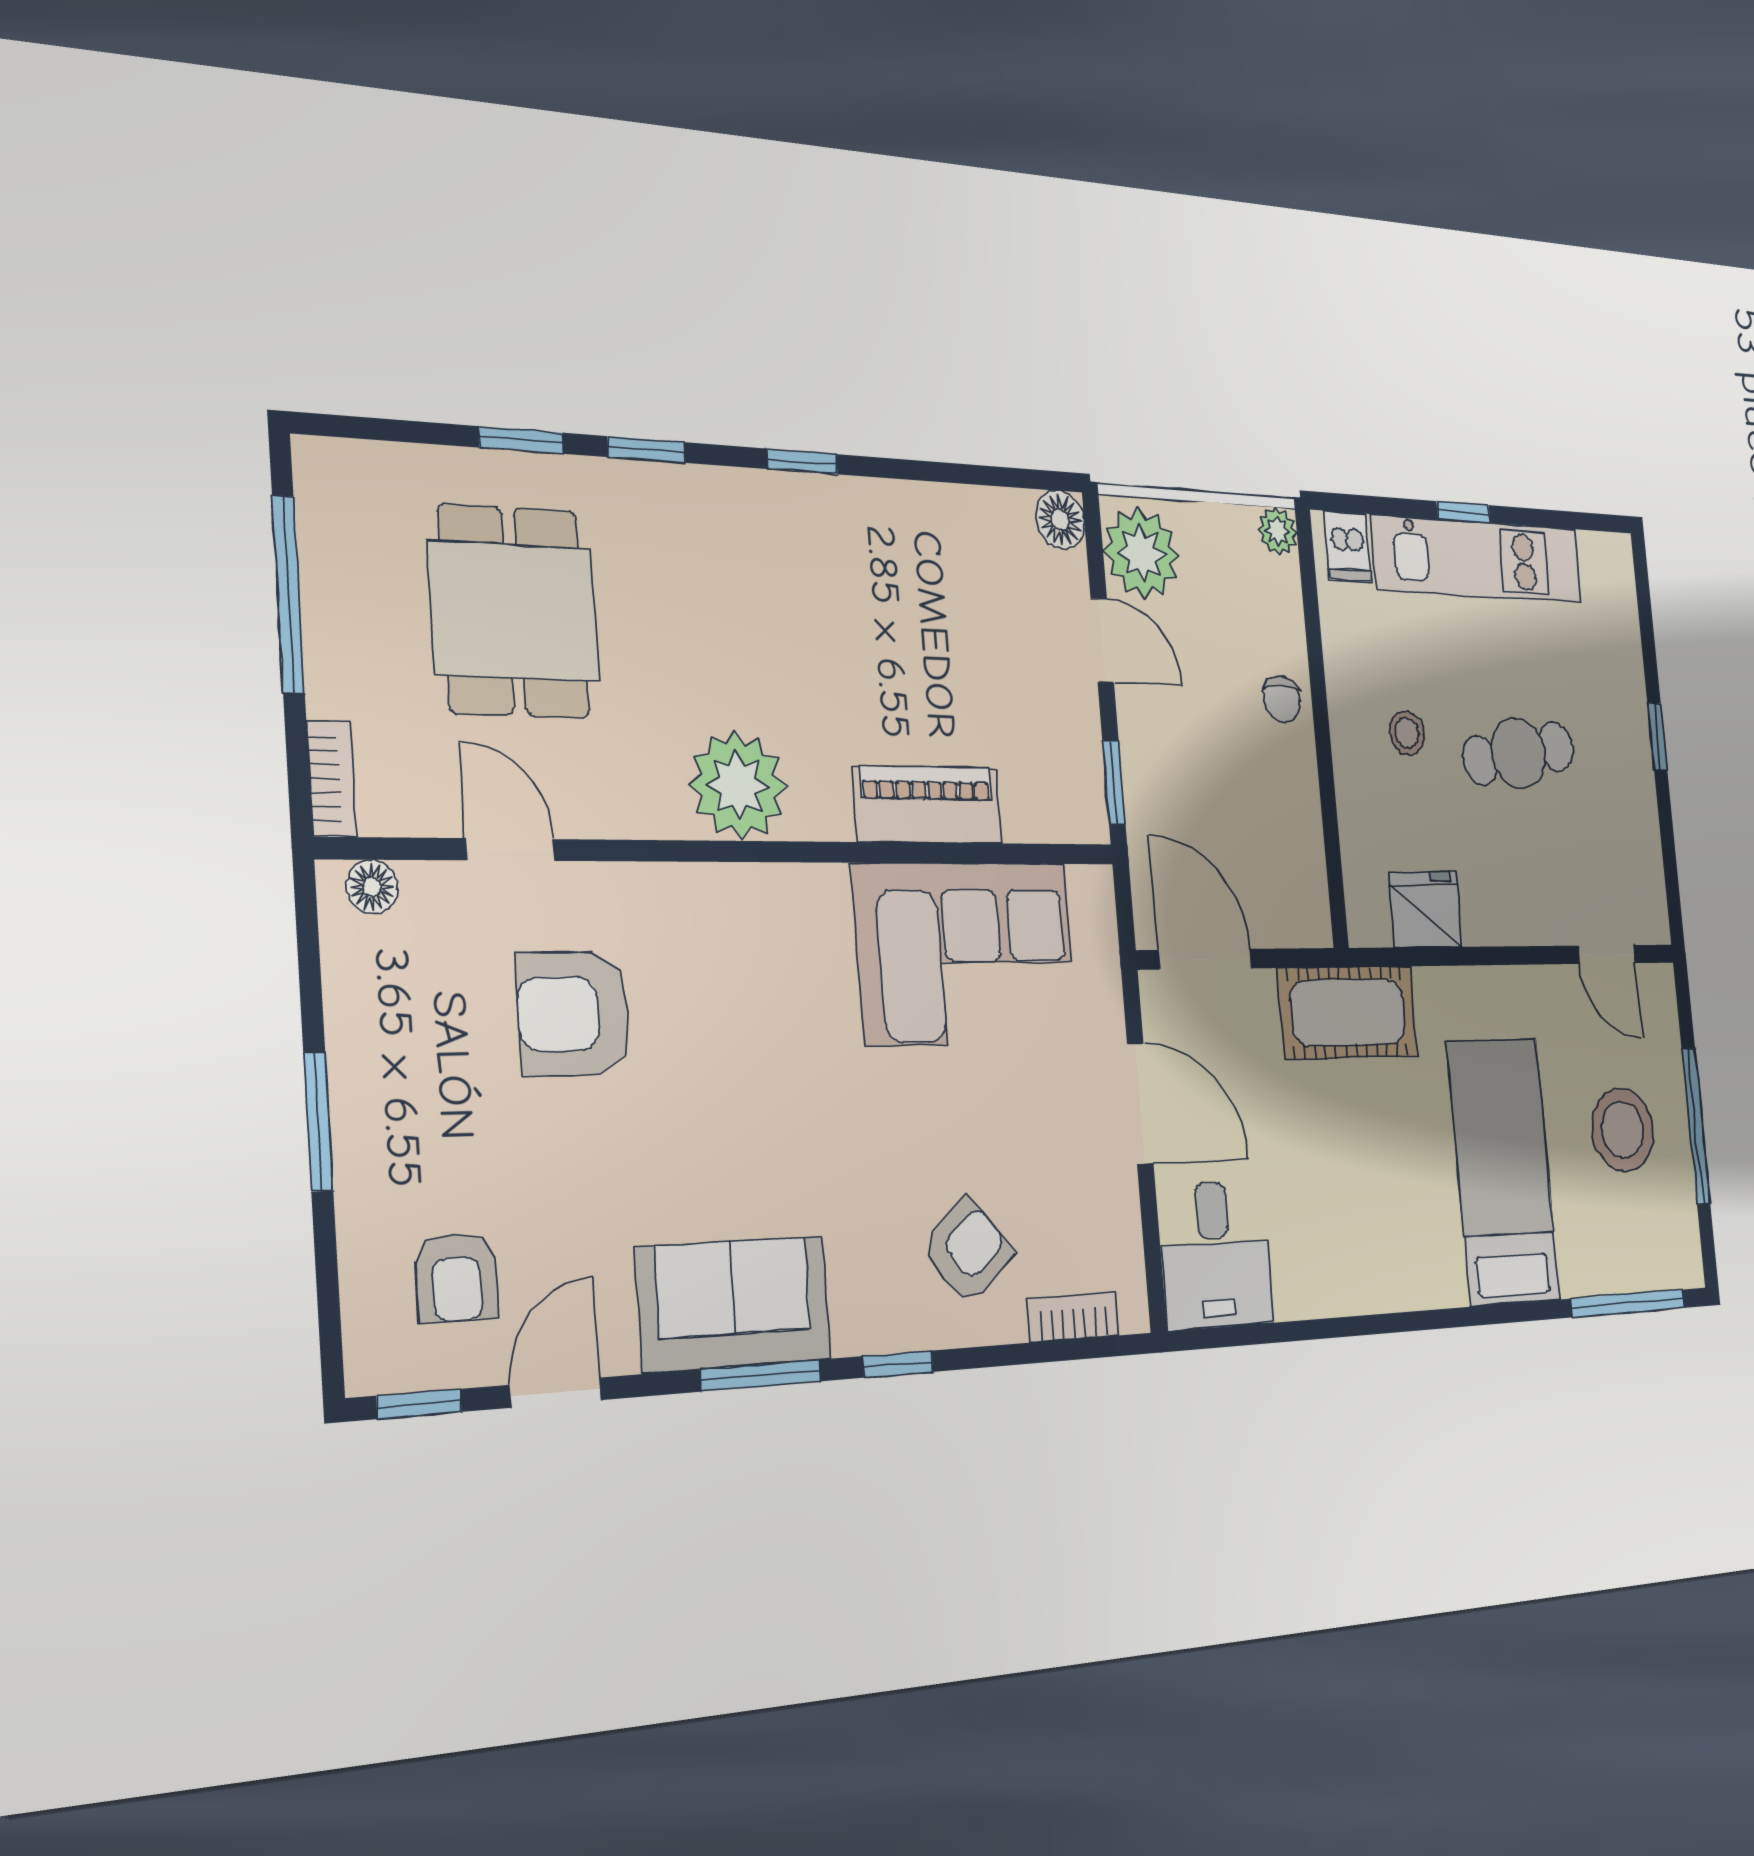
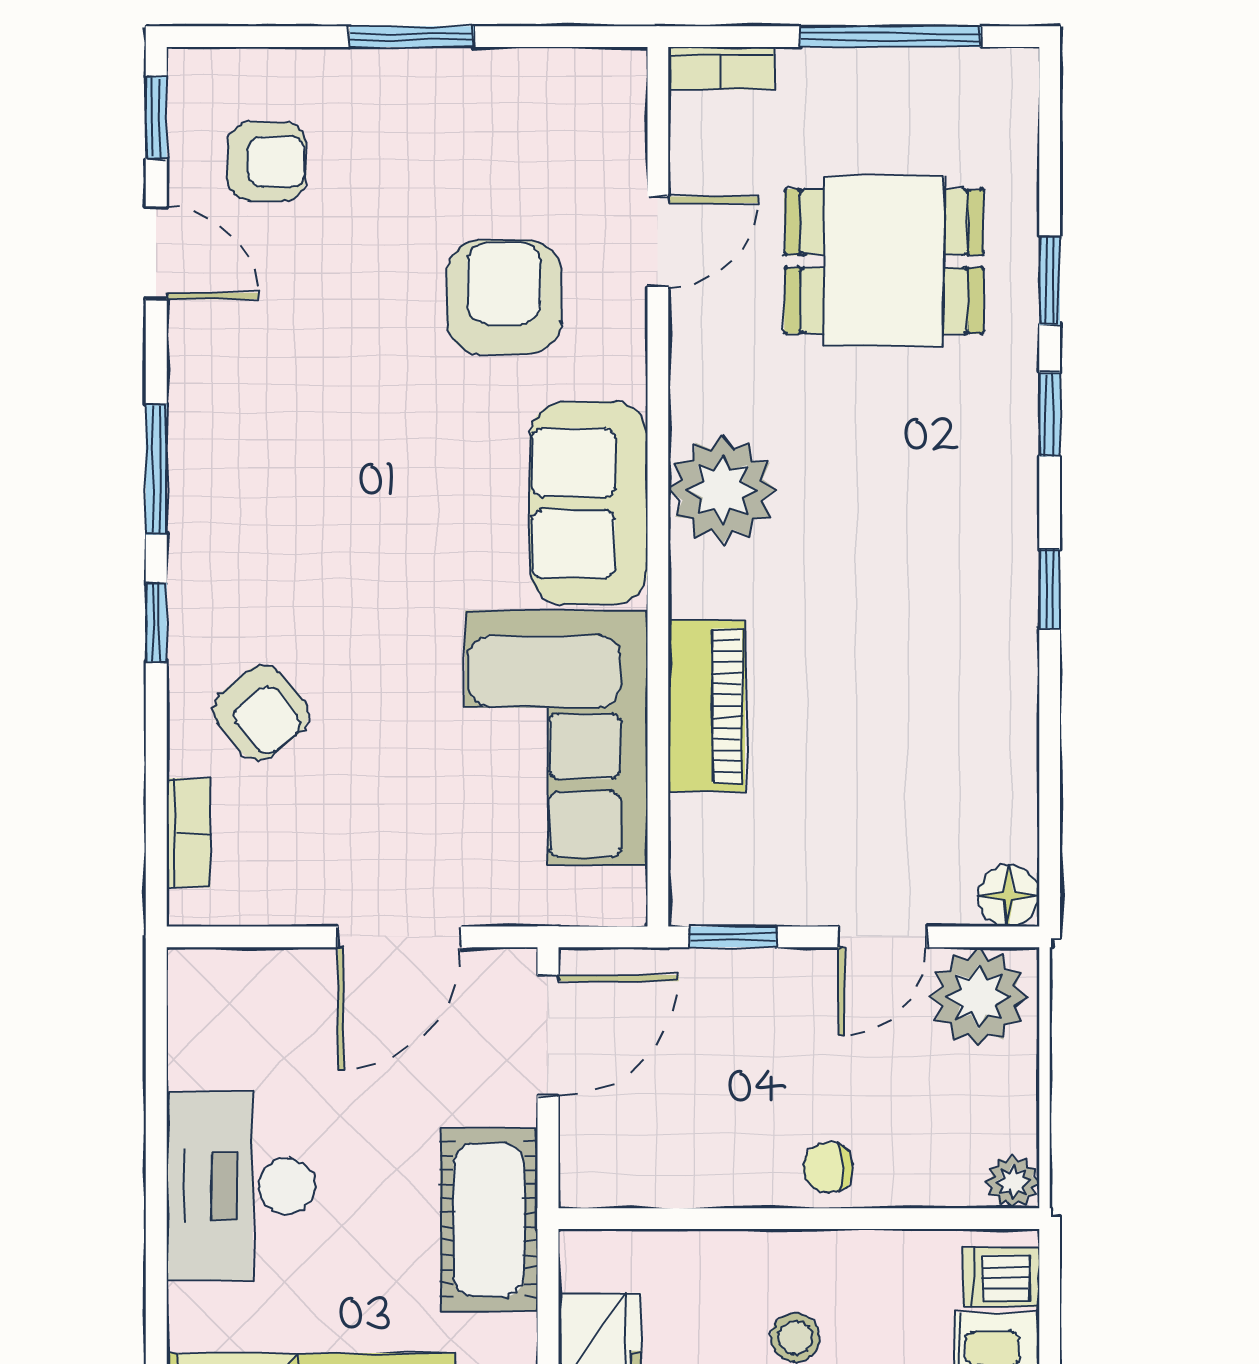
floor lamp: (372, 887) -> (623, 101), removed
desk: (1215, 1255) -> (241, 1186), moved, width x1.37
armchair: (456, 1277) -> (267, 161), turned 180
sofa: (734, 1304) -> (589, 503), moved, turned 180

